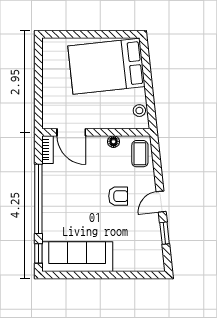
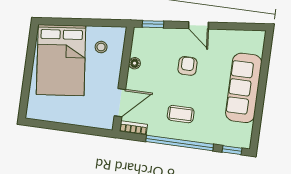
stool: (139, 111) -> (101, 47), moved
coffee table: (140, 154) -> (181, 114), moved
window: (165, 233) -> (153, 24), moved
sofa: (77, 257) -> (244, 88), moved

